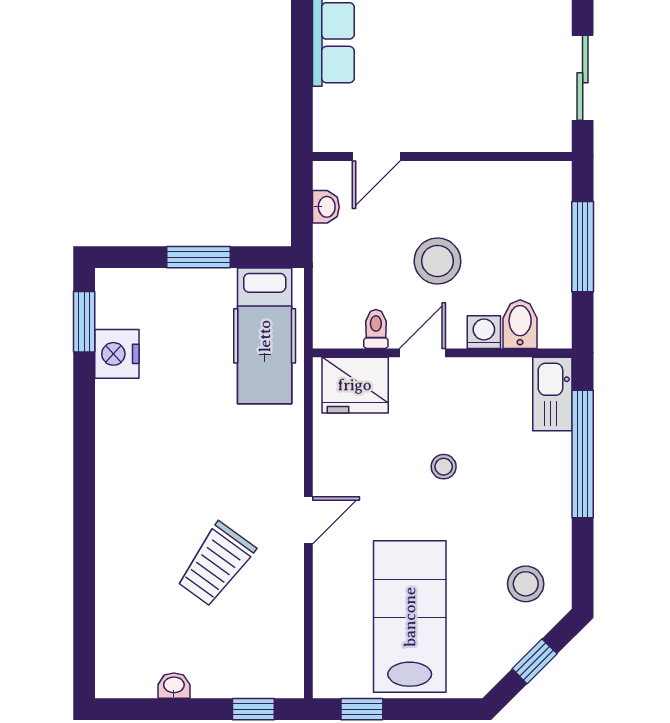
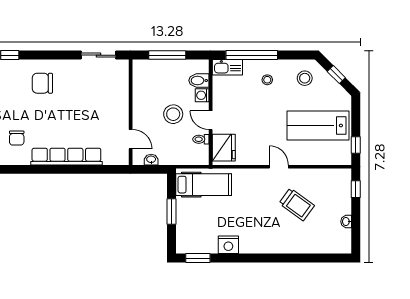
nightstand: (117, 354) -> (228, 245), moved
stool: (444, 467) -> (267, 80), moved

